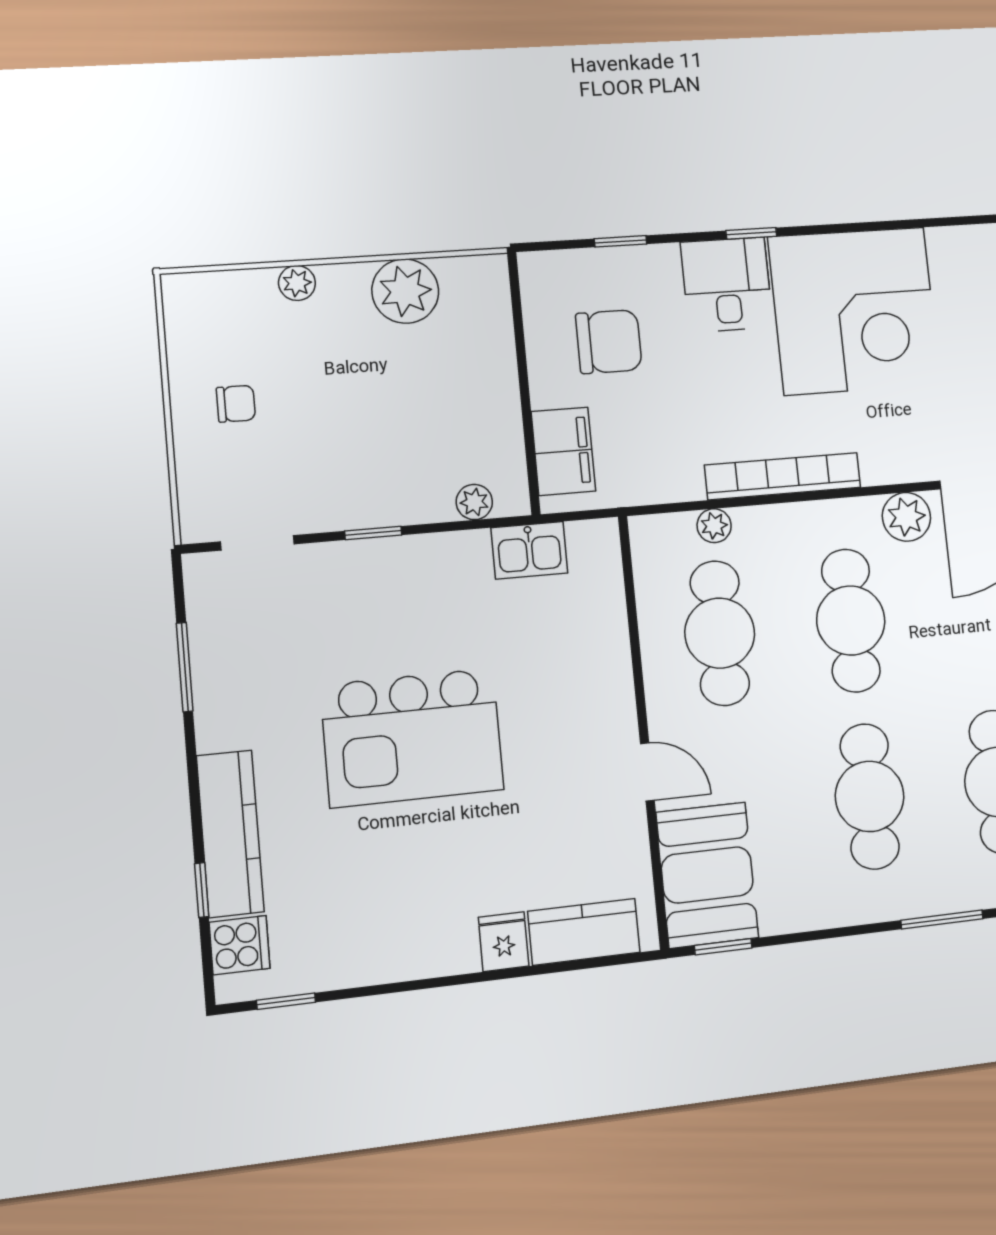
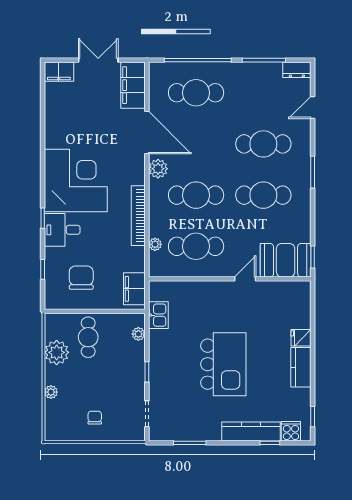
cafe table: (454, 371) -> (88, 337), added
filing cabinet: (563, 451) -> (134, 289), moved, turned -90
kitchen counter: (584, 932) -> (301, 367), moved

